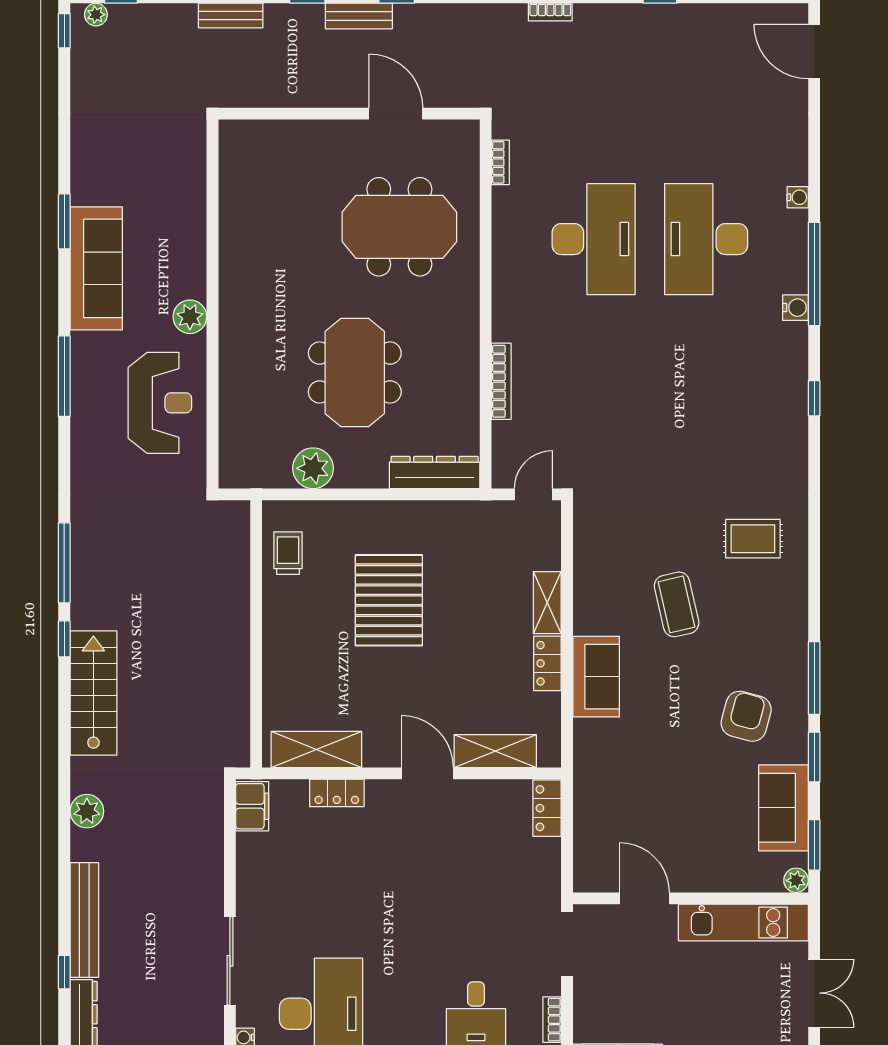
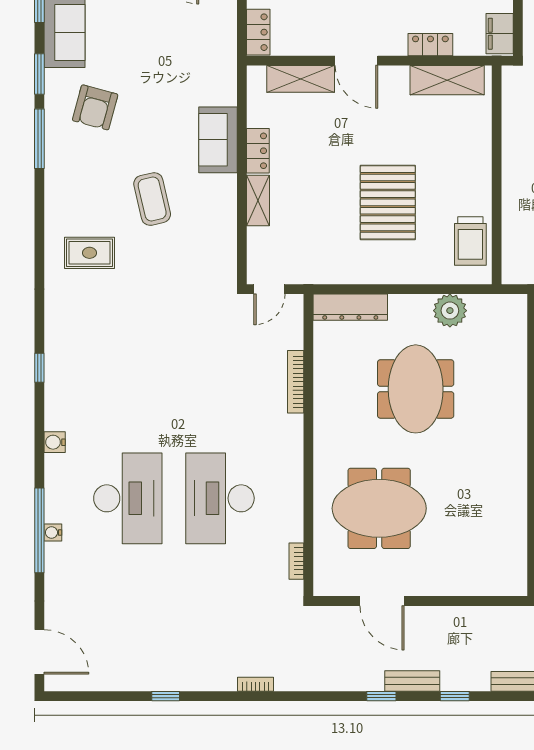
window: (814, 274) -> (39, 530), moved
trolley: (288, 553) -> (470, 241), width x1.36, depth x1.39

